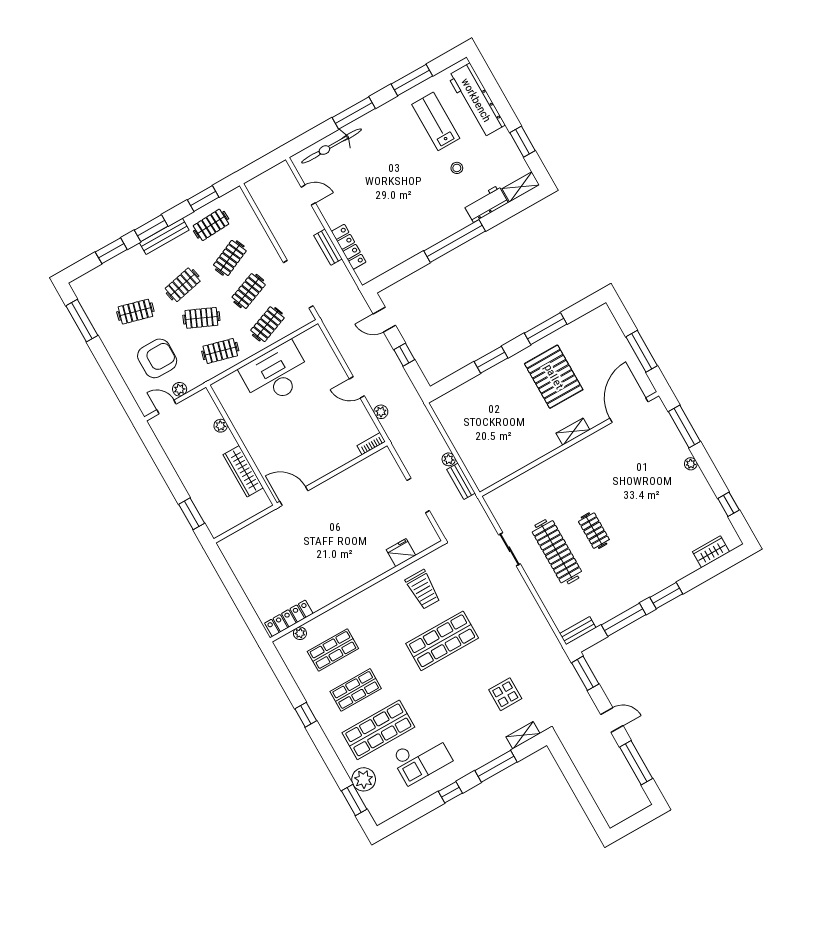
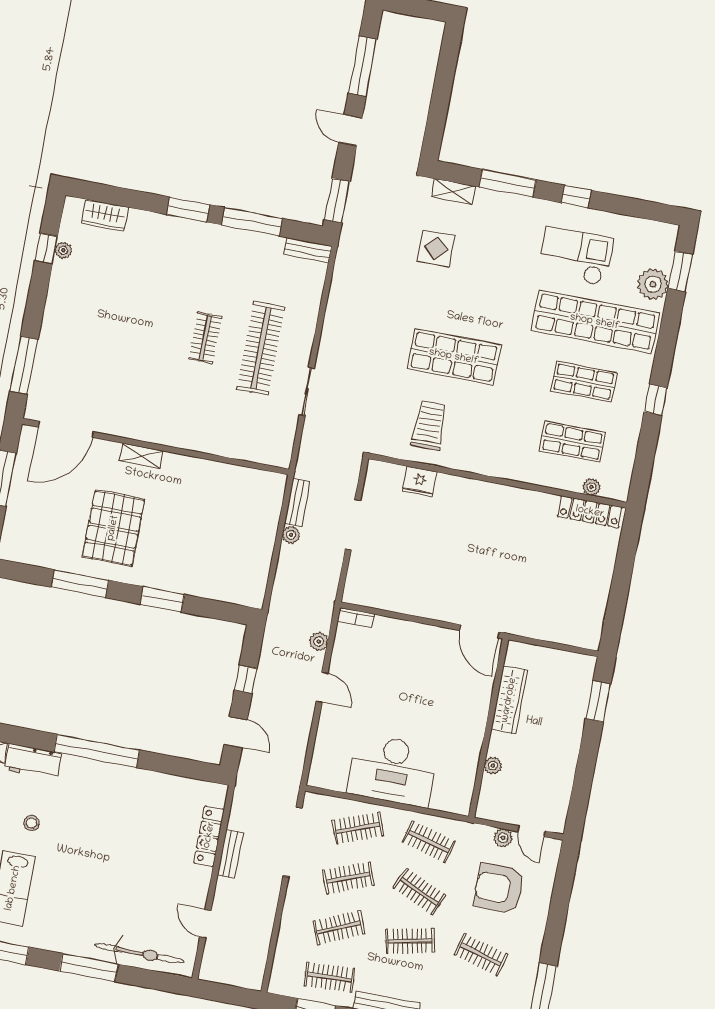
plant: (691, 464) -> (63, 250), moved
shop shelf: (378, 730) -> (595, 322), width x1.40

